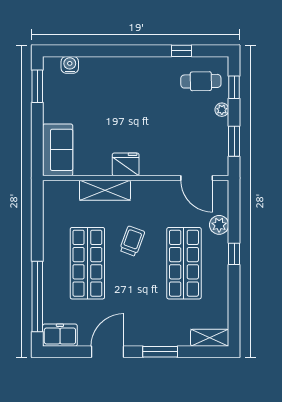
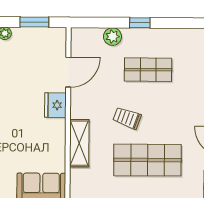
fridge: (126, 164) -> (55, 105), moved
door: (197, 178) -> (68, 72), moved
shop shelf: (184, 263) -> (148, 70), width x0.70, depth x0.74

